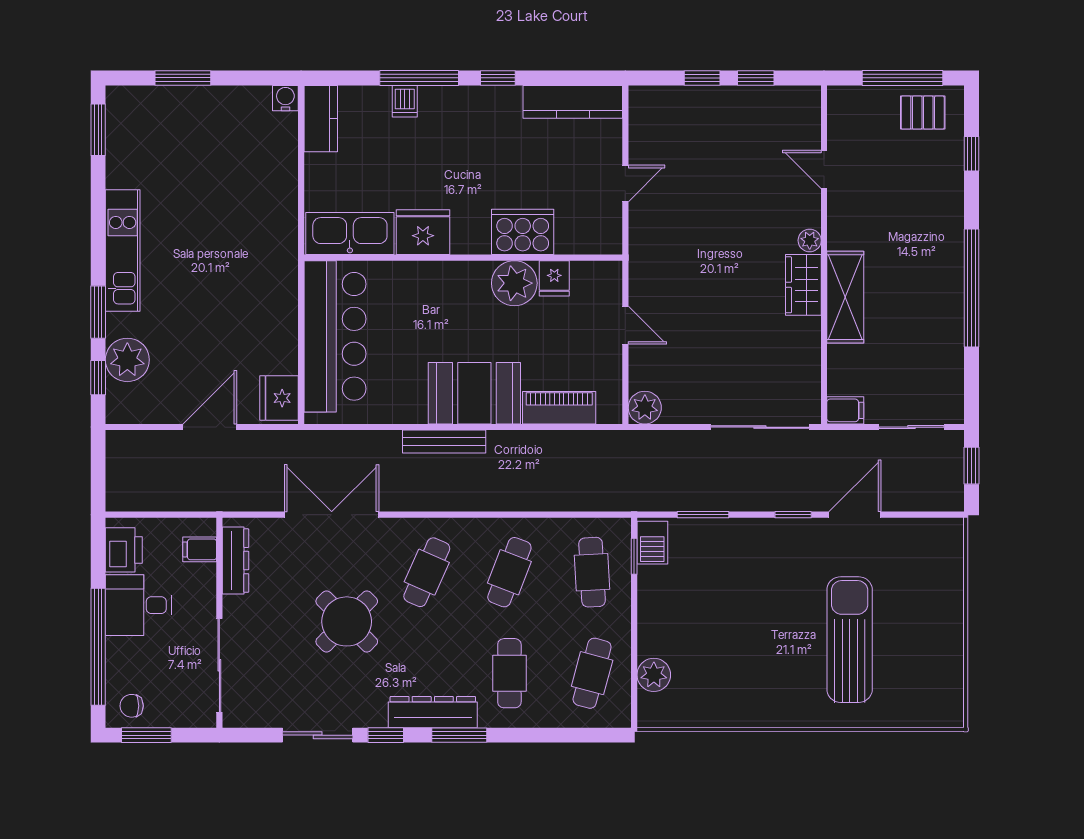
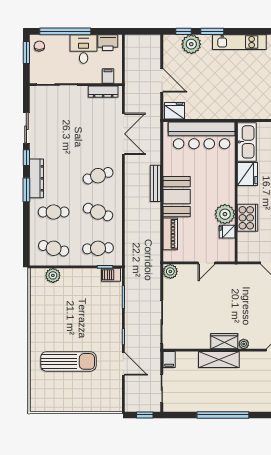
cafe table: (427, 572) -> (98, 176), turned -42
round table: (347, 621) -> (76, 140), removed

